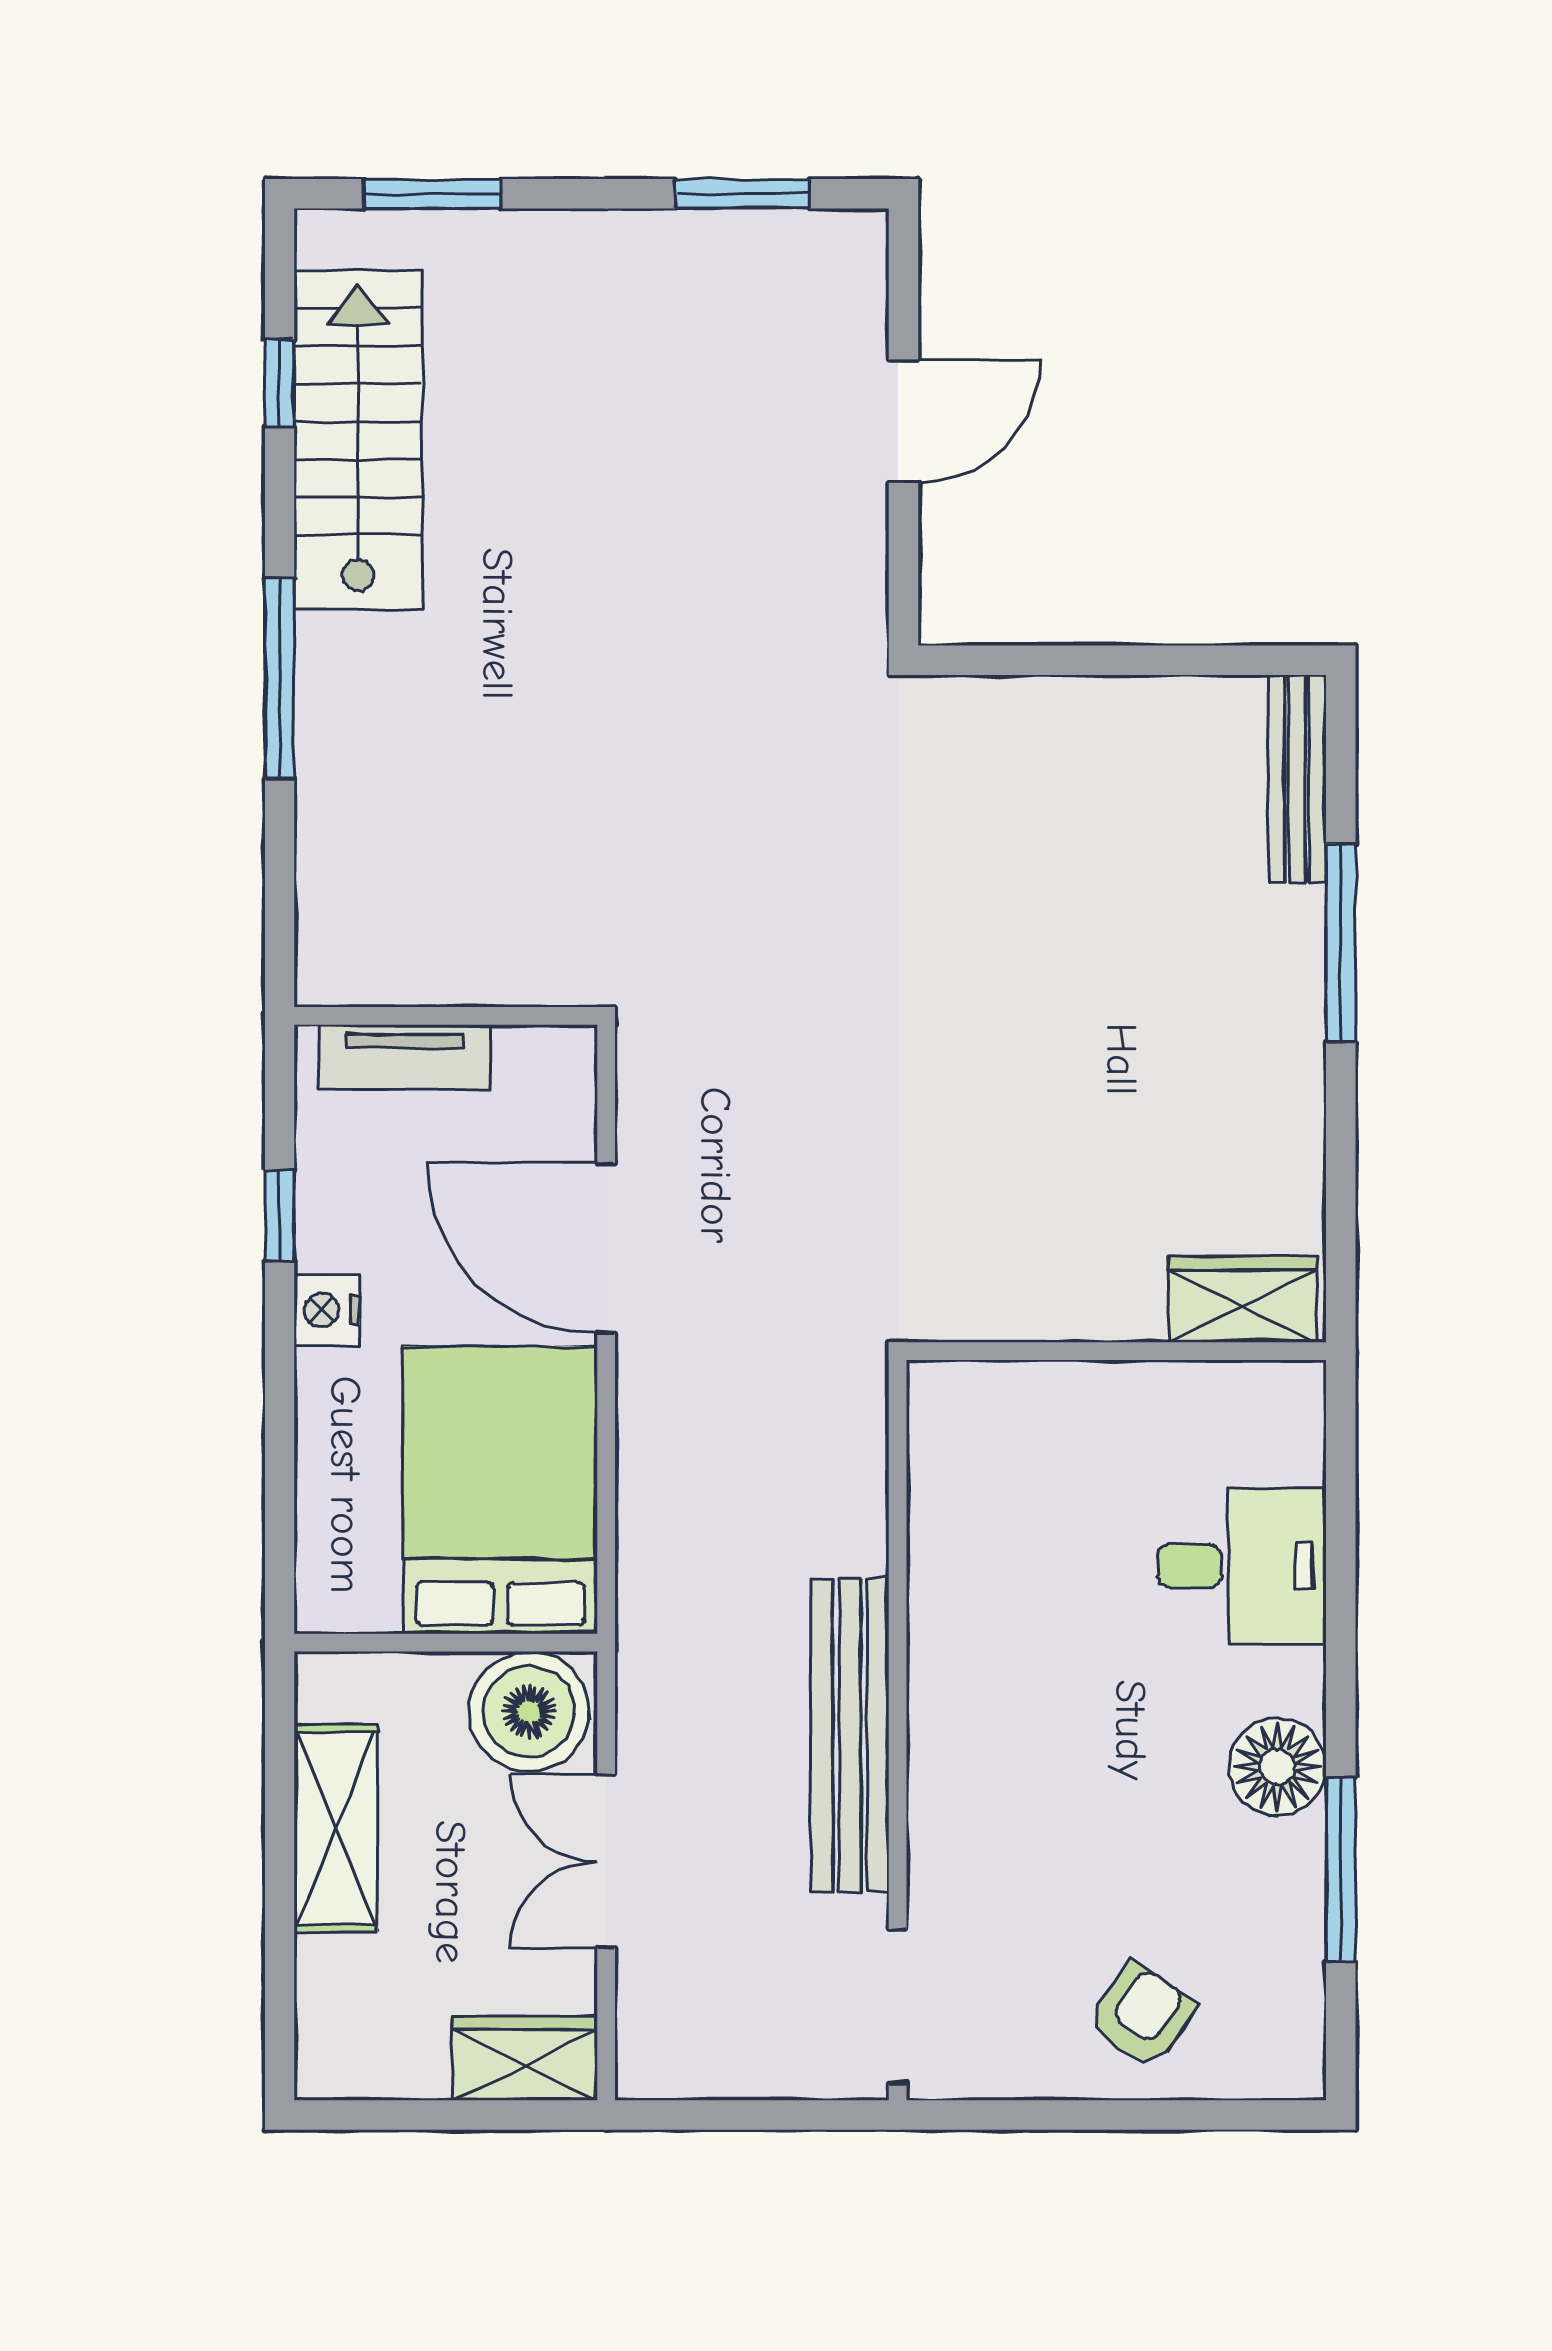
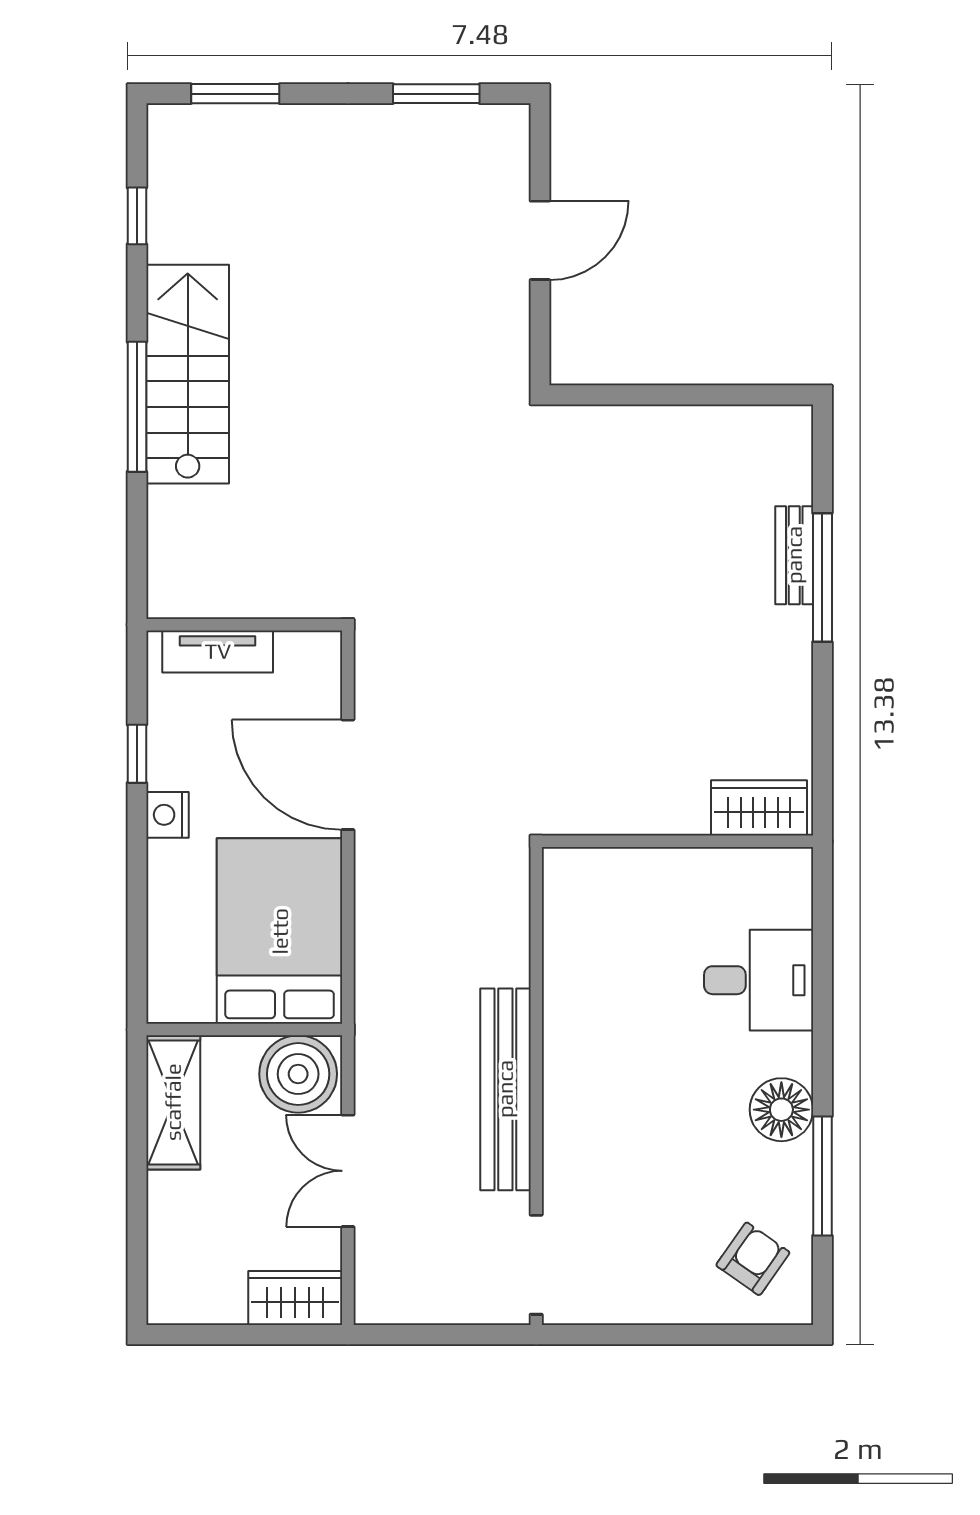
stairs: (358, 440) -> (188, 374), moved
bench: (1297, 779) -> (794, 555), moved, width x0.73
shelving: (336, 1828) -> (173, 1102), moved
armchair: (1141, 2015) -> (753, 1259), moved

